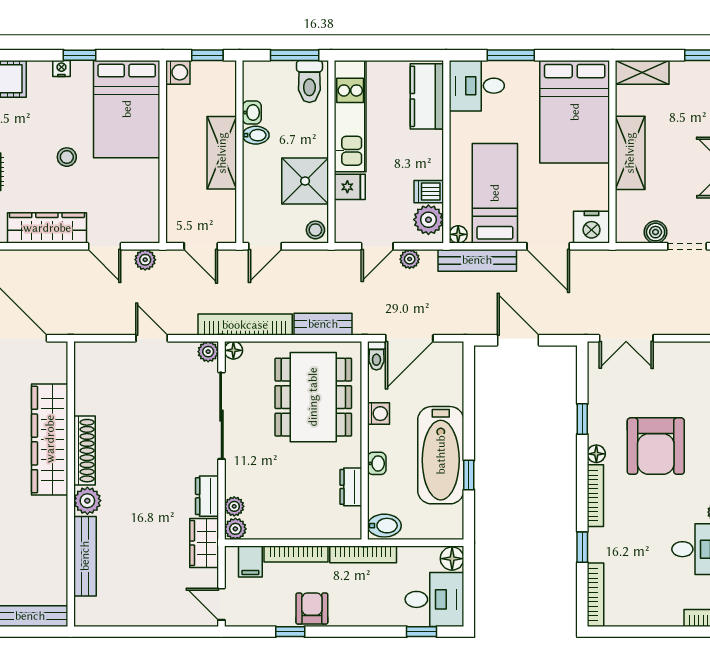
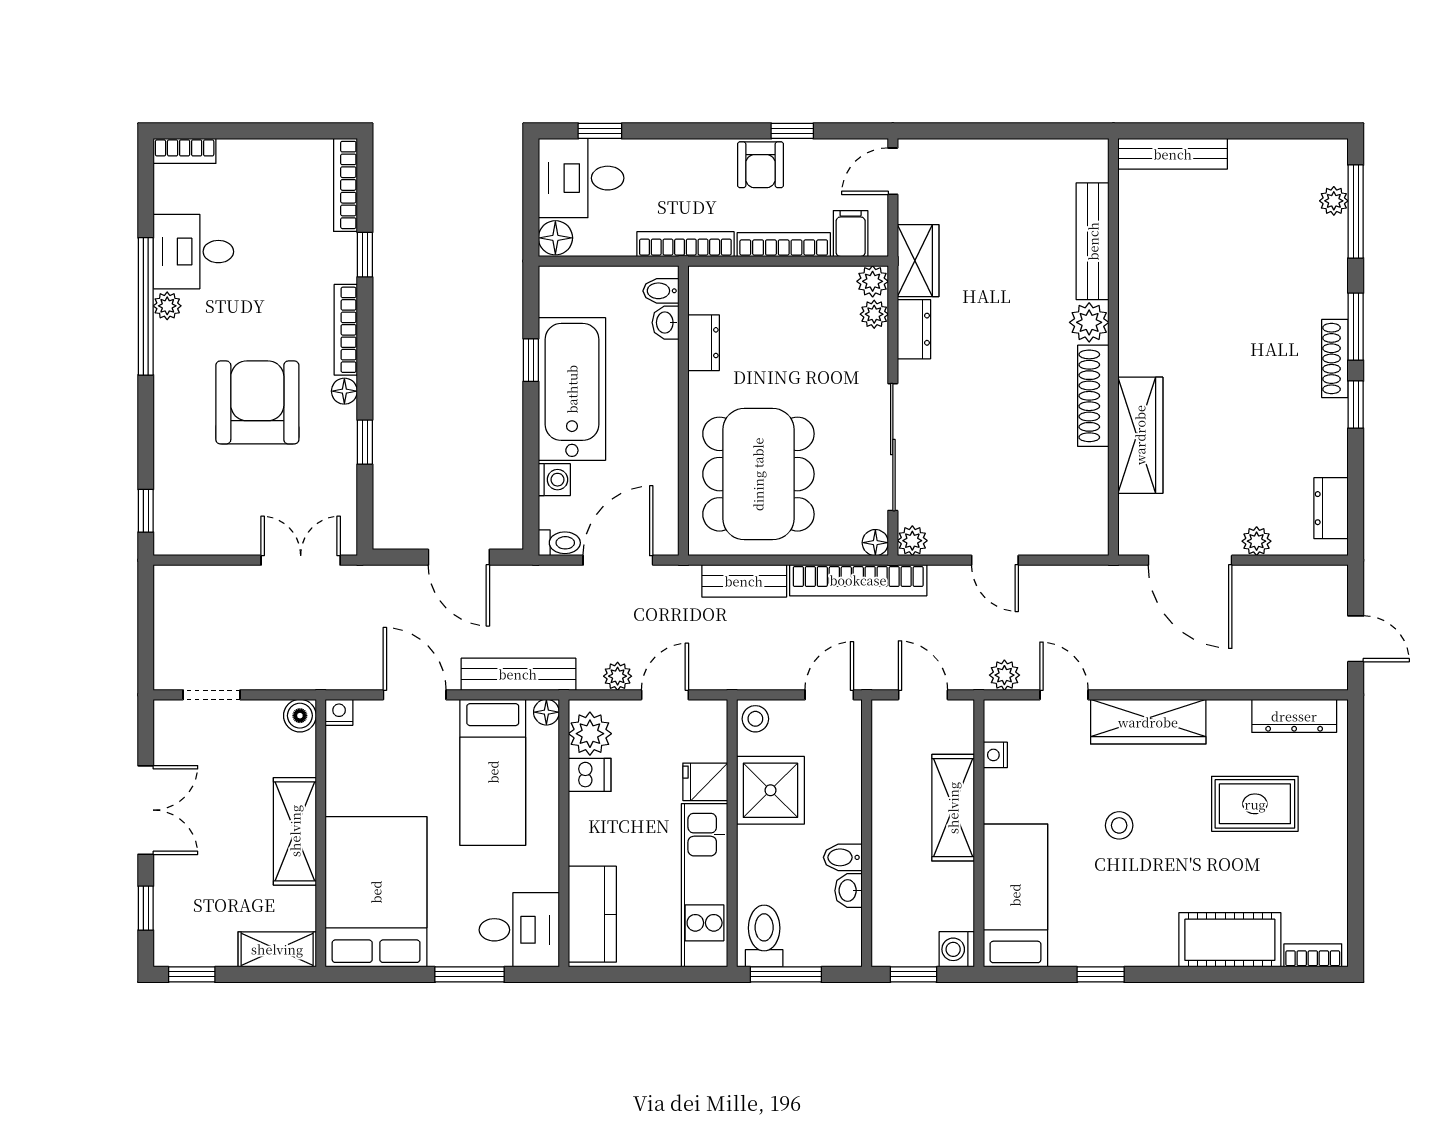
nightstand: (61, 68) -> (995, 755), moved, turned 90
bed: (127, 109) -> (1015, 895), width x0.67
shelving: (222, 153) -> (953, 808), moved
nightstand: (592, 227) -> (339, 712), width x0.53, depth x0.56
boiler: (656, 232) -> (300, 716), moved
toilet: (376, 356) -> (559, 543), moved, turned 90
washing machine: (379, 414) -> (554, 480), moved, turned 180
wardrobe: (50, 439) -> (1140, 435), width x0.71, depth x0.85
washbasin: (377, 463) -> (666, 323), moved
bidet: (384, 526) -> (661, 291), width x0.72, depth x0.74
door: (221, 604) -> (893, 171), swing flipped

